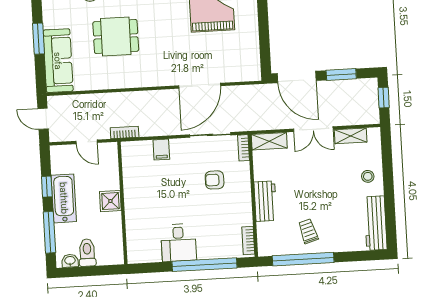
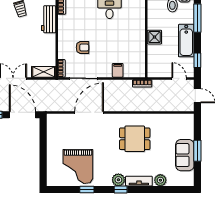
dining table: (116, 36) -> (135, 139), moved
sofa: (58, 61) -> (185, 155), moved, width x0.73
door: (87, 142) -> (179, 78), moved
window: (47, 187) -> (197, 60), moved
workbench: (265, 201) -> (49, 19), moved

